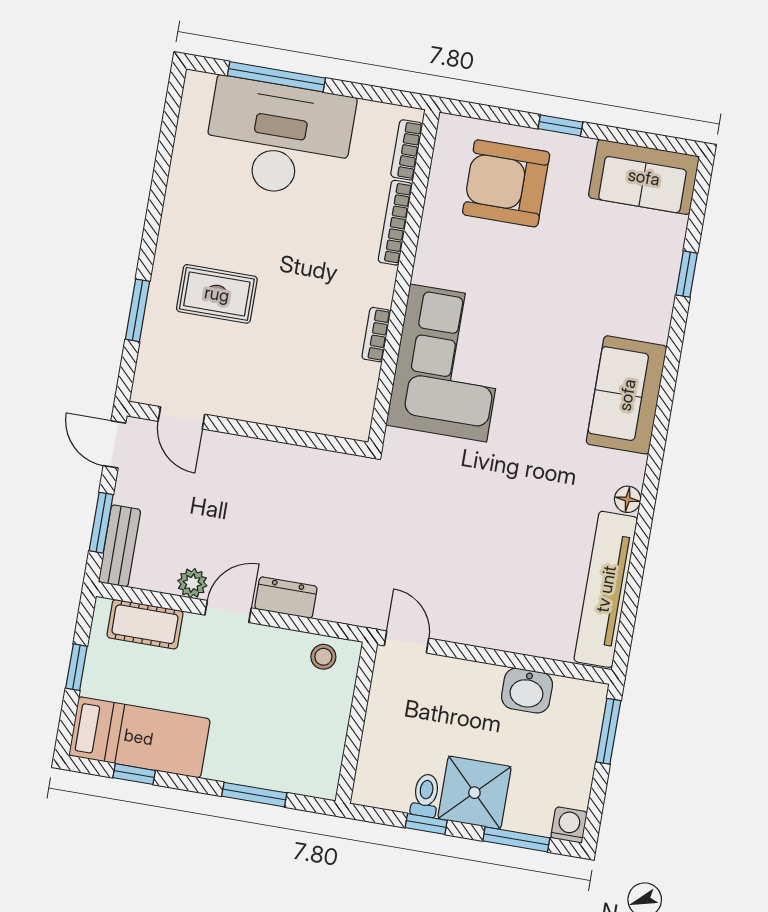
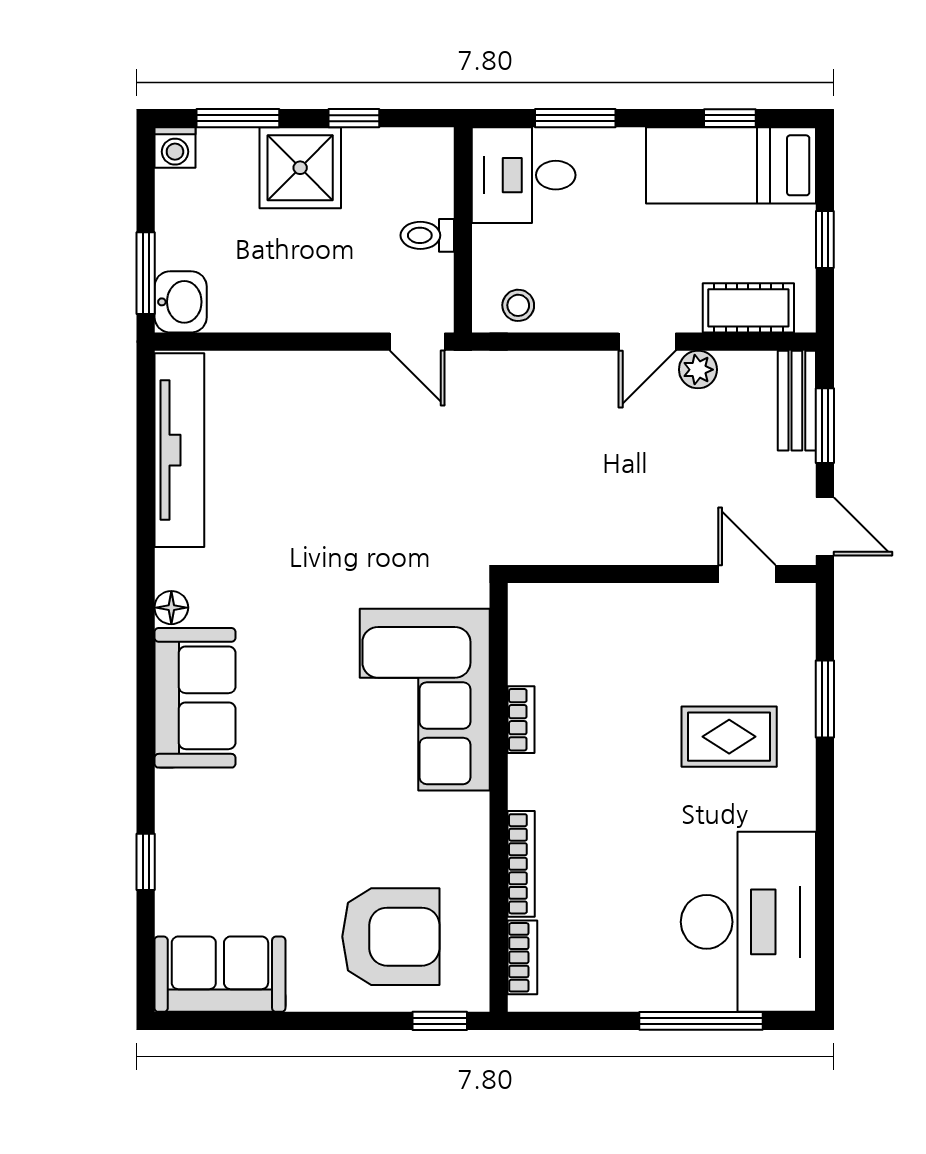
window: (560, 125) -> (440, 1021), moved
desk: (279, 138) -> (748, 922), moved, turned -90
floor lamp: (628, 499) -> (171, 608), moved
dresser: (286, 598) -> (578, 371), removed
washbasin: (527, 691) -> (181, 302), moved, turned 90
desk: (302, 757) -> (524, 175), added
toilet: (426, 795) -> (427, 235), moved, turned 90

